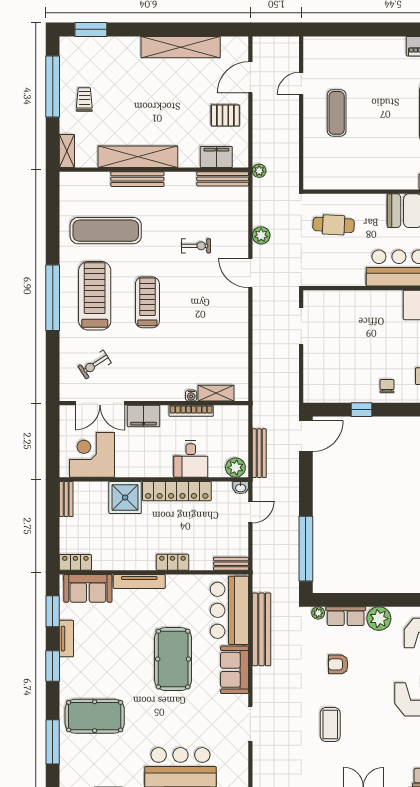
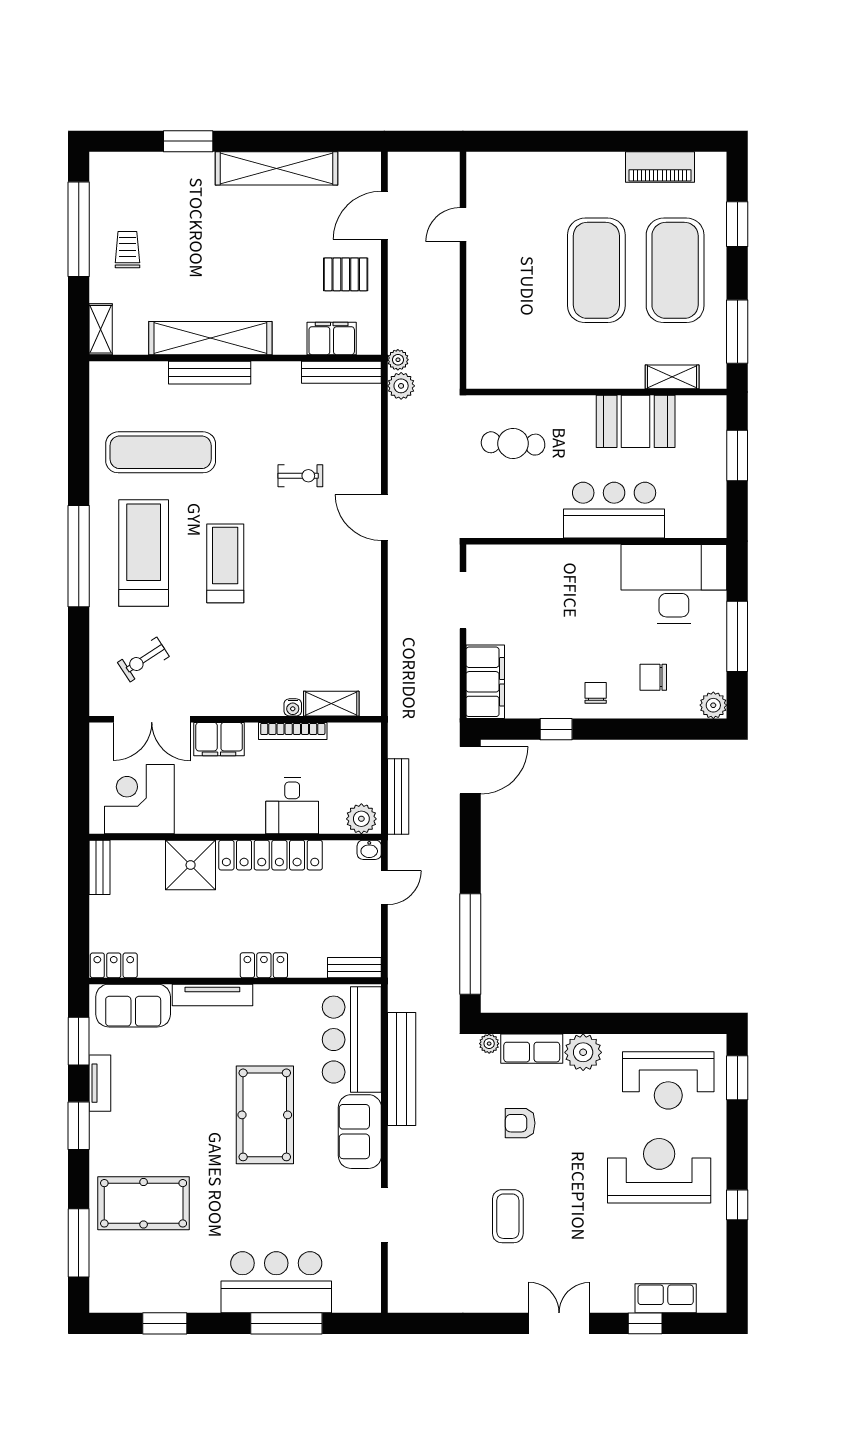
window: (91, 29) -> (188, 141), moved
exercise mat: (337, 113) -> (596, 270), moved, width x2.00, depth x1.45
plant: (261, 235) -> (401, 386), moved
filing cabinet: (316, 379) -> (485, 682), added

